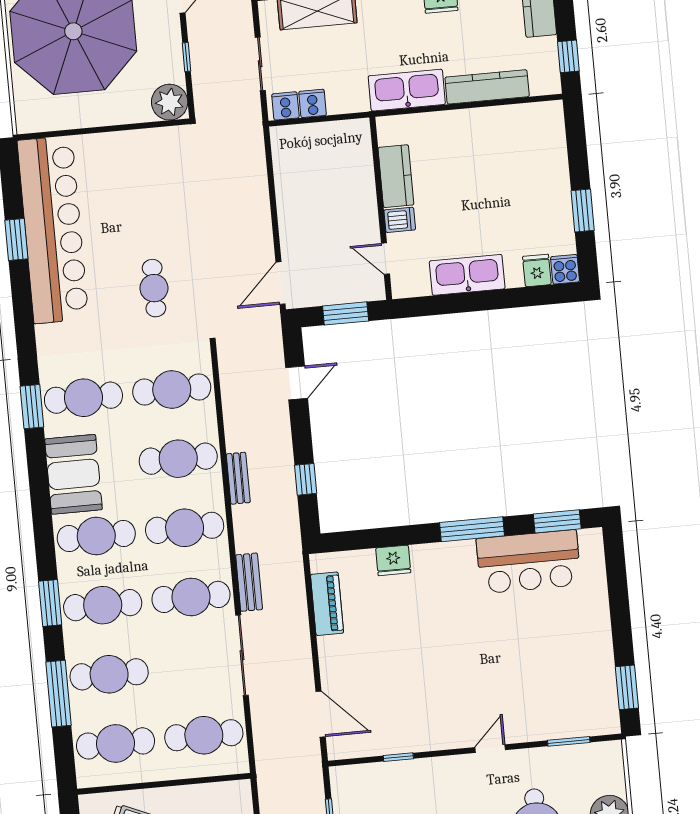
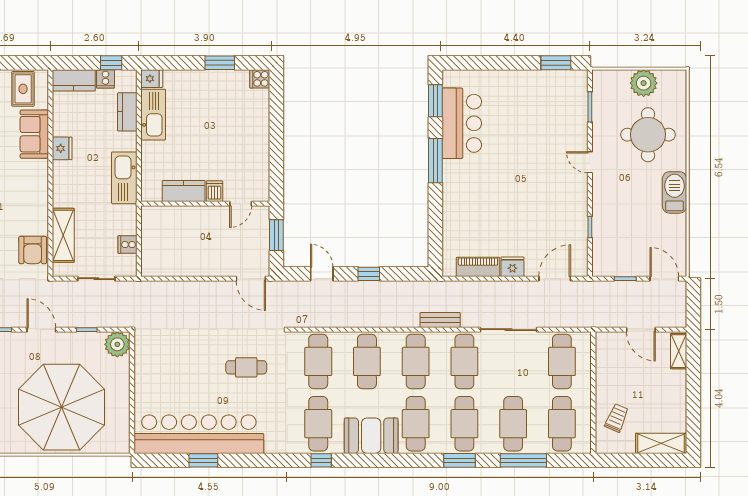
kitchen counter: (487, 87) -> (127, 112), width x0.67
cooker: (285, 106) -> (105, 79), moved, turned -90
fridge: (537, 270) -> (152, 79), moved, turned 180
kitchen sink: (467, 275) -> (153, 115), moved, turned 180
window: (32, 407) -> (321, 460), width x0.67
bench: (238, 478) -> (385, 321), removed
window: (306, 479) -> (369, 274), moved
fridge: (393, 560) -> (512, 267), moved, turned -90
bench: (249, 582) -> (440, 320), moved

